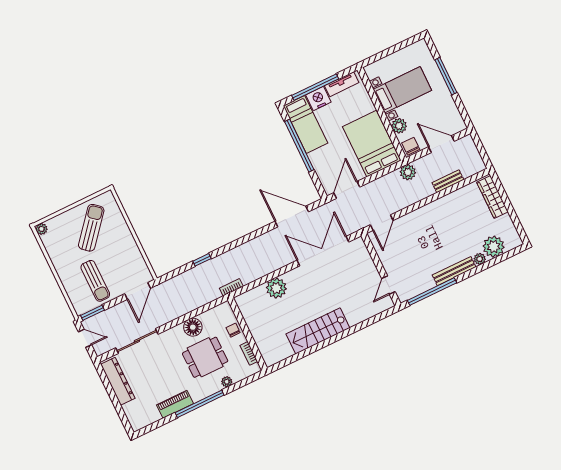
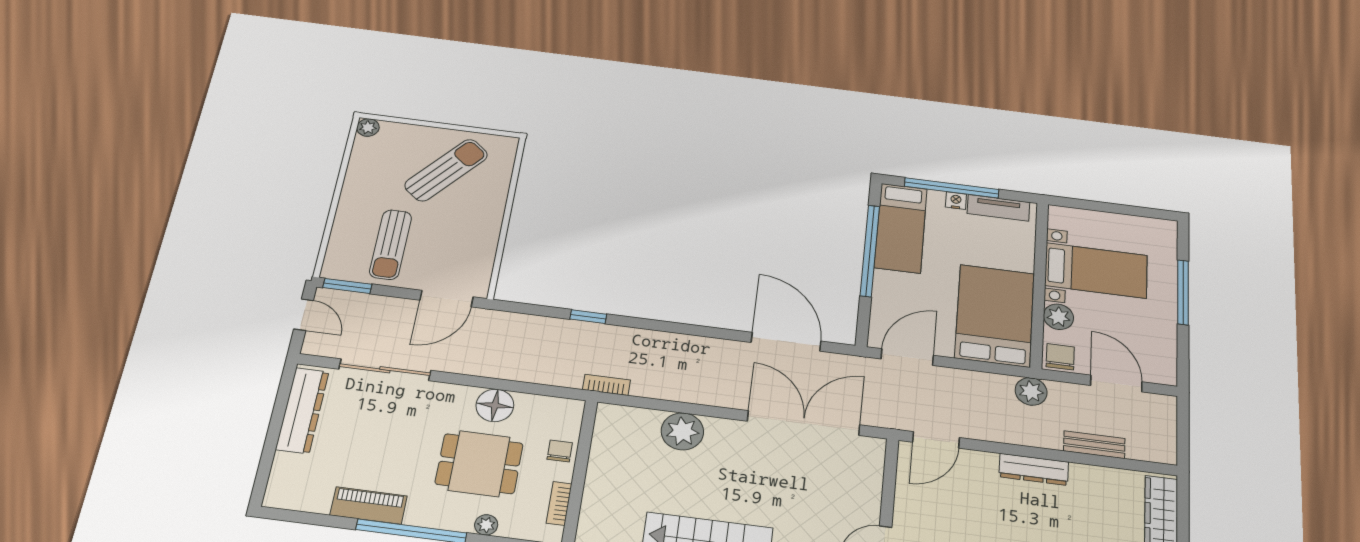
nightstand: (318, 98) -> (956, 201), width x0.53, depth x0.56
dresser: (429, 210) -> (1034, 469), added

